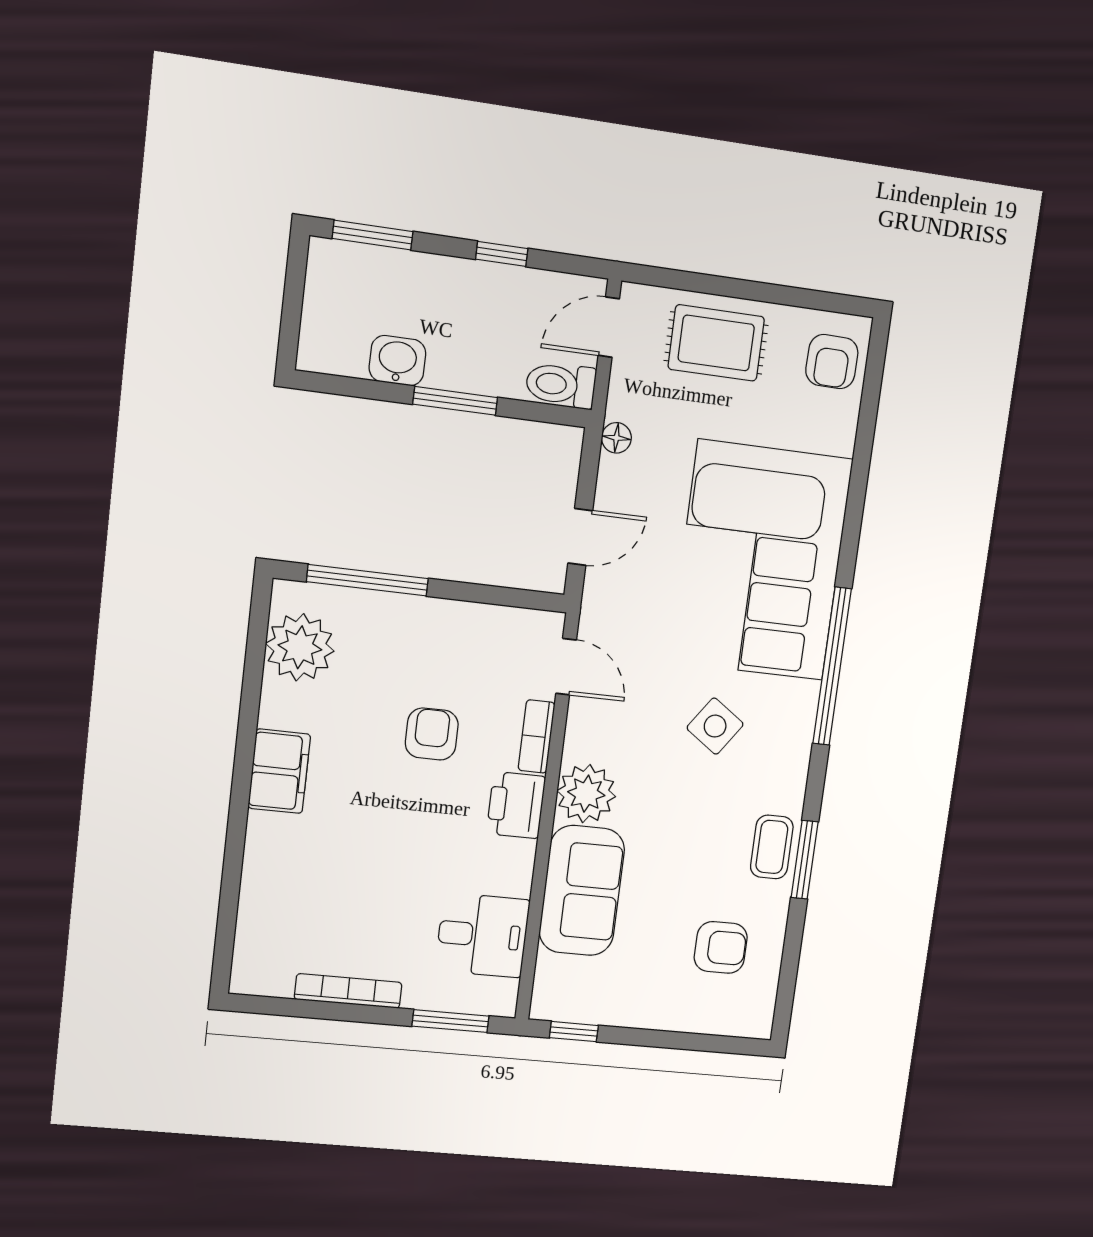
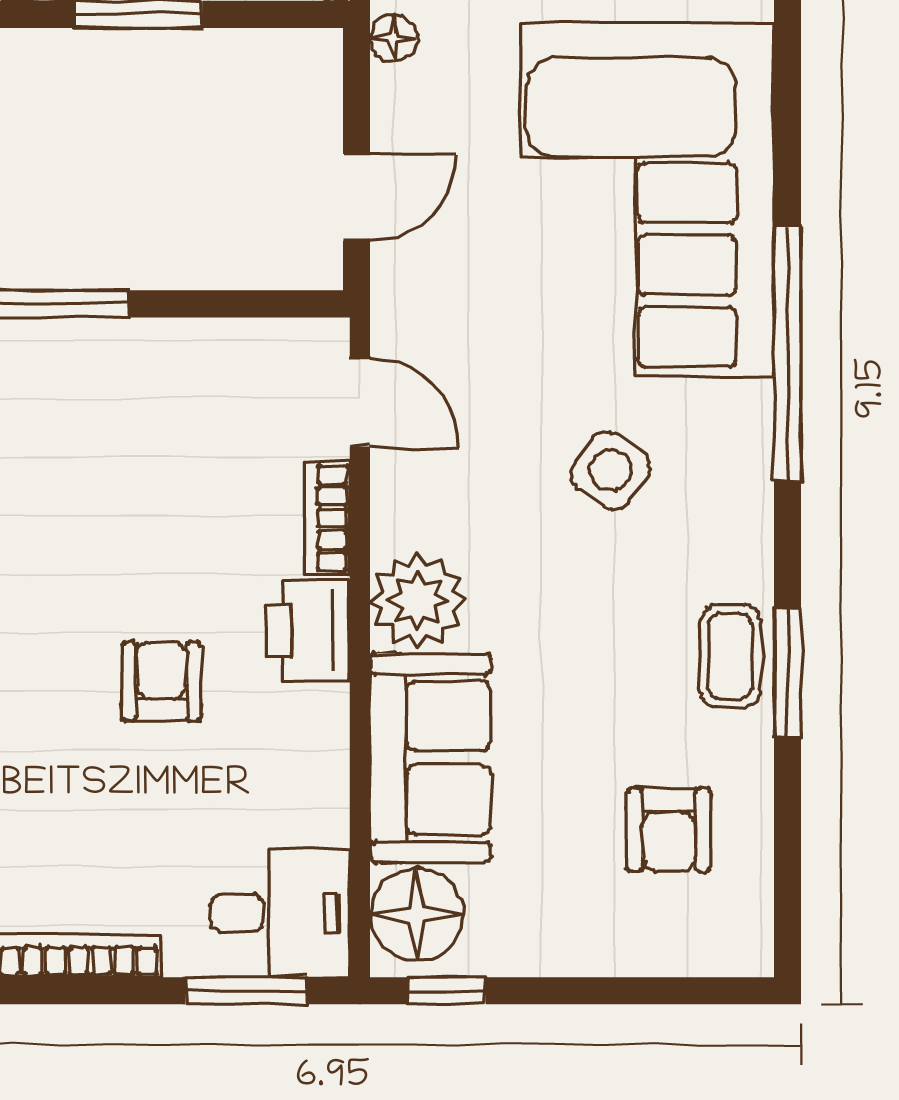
armchair: (432, 734) -> (161, 681), moved
desk: (482, 935) -> (280, 913), moved
armchair: (721, 947) -> (669, 830), turned 90
floor lamp: (561, 984) -> (417, 914), added

